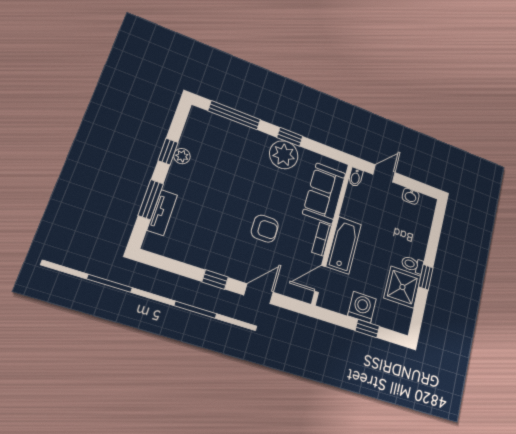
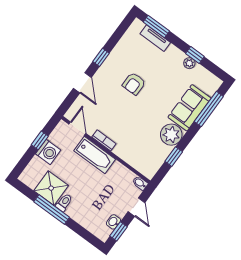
window: (290, 137) -> (174, 157), moved
window: (418, 187) -> (119, 231), added
sofa: (324, 193) -> (190, 108), moved, turned -90
window: (151, 200) -> (156, 27), moved
armchair: (265, 229) -> (134, 84), moved
window: (426, 277) -> (52, 209), width x2.17
window: (367, 329) -> (40, 140), moved

